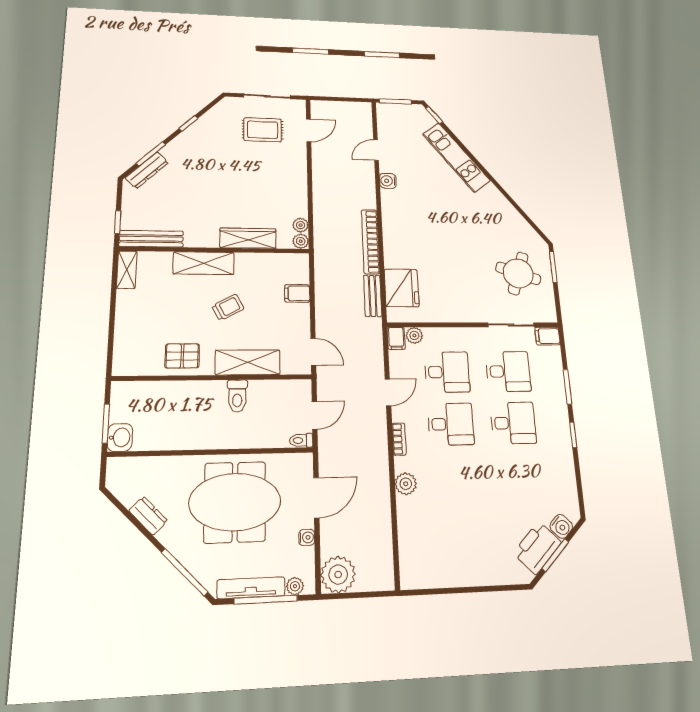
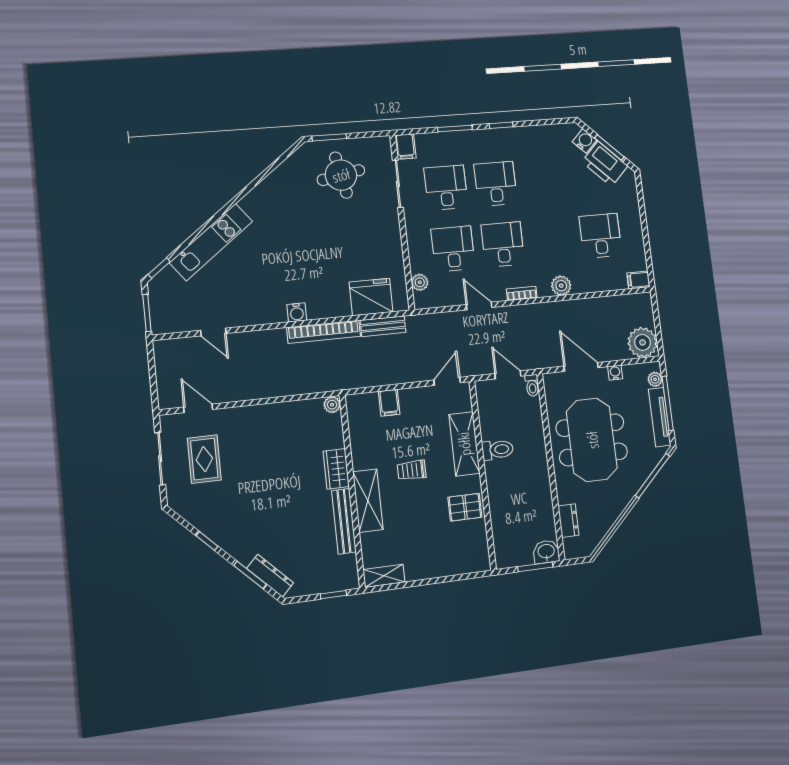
water cooler: (388, 181) -> (297, 312), moved
plant: (301, 225) -> (314, 407), removed
wardrobe: (248, 238) -> (336, 469), width x0.67
bench: (151, 239) -> (344, 521), moved
round table: (518, 273) -> (341, 175), turned -30
trolley: (228, 307) -> (412, 470), turned -62
filing cabinet: (396, 338) -> (639, 280), moved, turned 180
pallet: (182, 356) -> (465, 507), turned 90
dresser: (148, 516) -> (568, 521), moved, turned 135
desk: (459, 535) -> (600, 236), added

